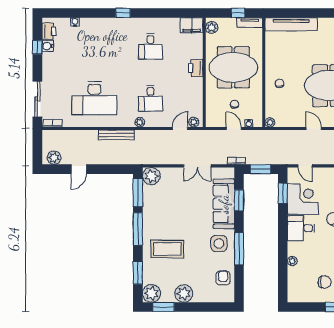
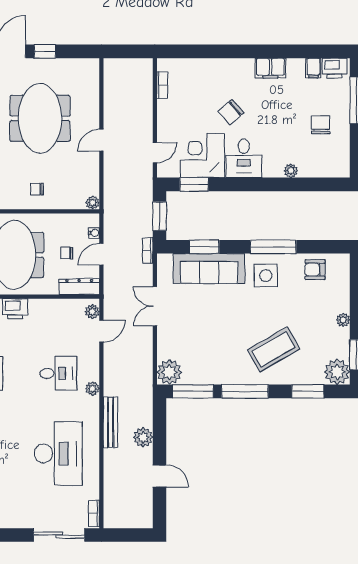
dresser: (211, 113) -> (79, 287), added
door: (180, 128) -> (101, 331), swing flipped
plant: (54, 158) -> (143, 437), moved
double door: (197, 166) -> (155, 306), swing flipped
coffee table: (167, 249) -> (274, 349), turned 60
plant: (184, 294) -> (343, 320), width x0.53, depth x0.53

